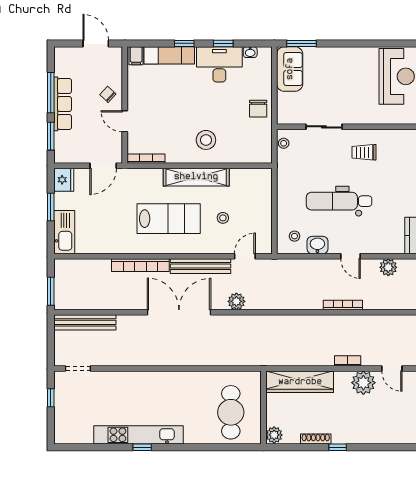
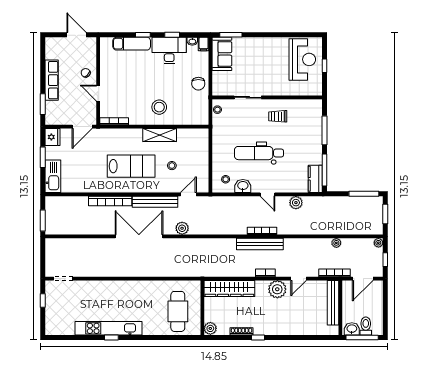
filing cabinet: (136, 56) -> (204, 44), moved
window: (51, 93) -> (43, 72), removed
shelving: (196, 177) -> (160, 135), width x0.68
bench: (85, 322) -> (260, 244), moved
door: (392, 368) -> (299, 279), hinge flipped

